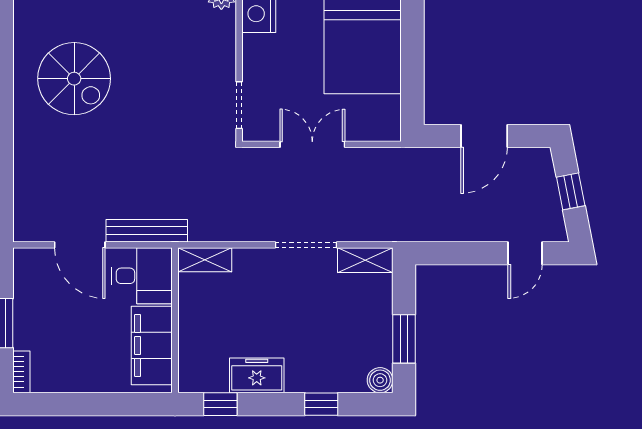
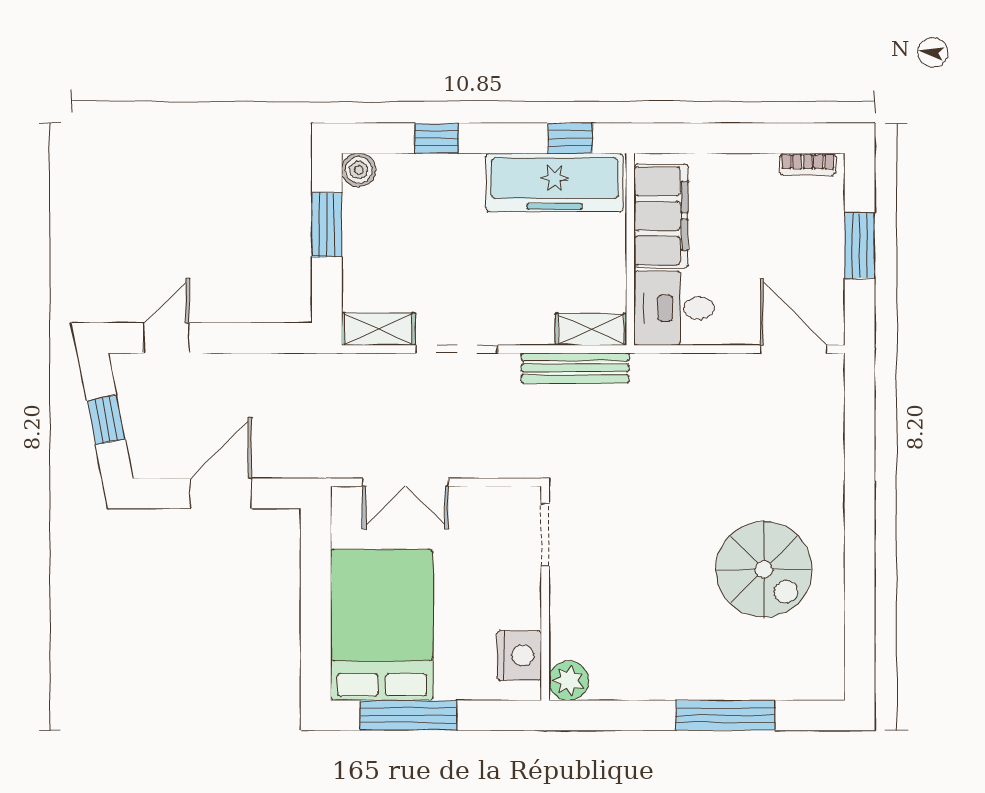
spiral stairs: (74, 79) -> (764, 569), turned 180
double door: (312, 144) -> (405, 482), moved
bench: (147, 231) -> (575, 368), moved
door: (80, 245) -> (794, 349), moved
bookcase: (21, 372) -> (808, 164), moved, turned -90
freezer: (257, 375) -> (555, 182), width x1.91, depth x1.26

